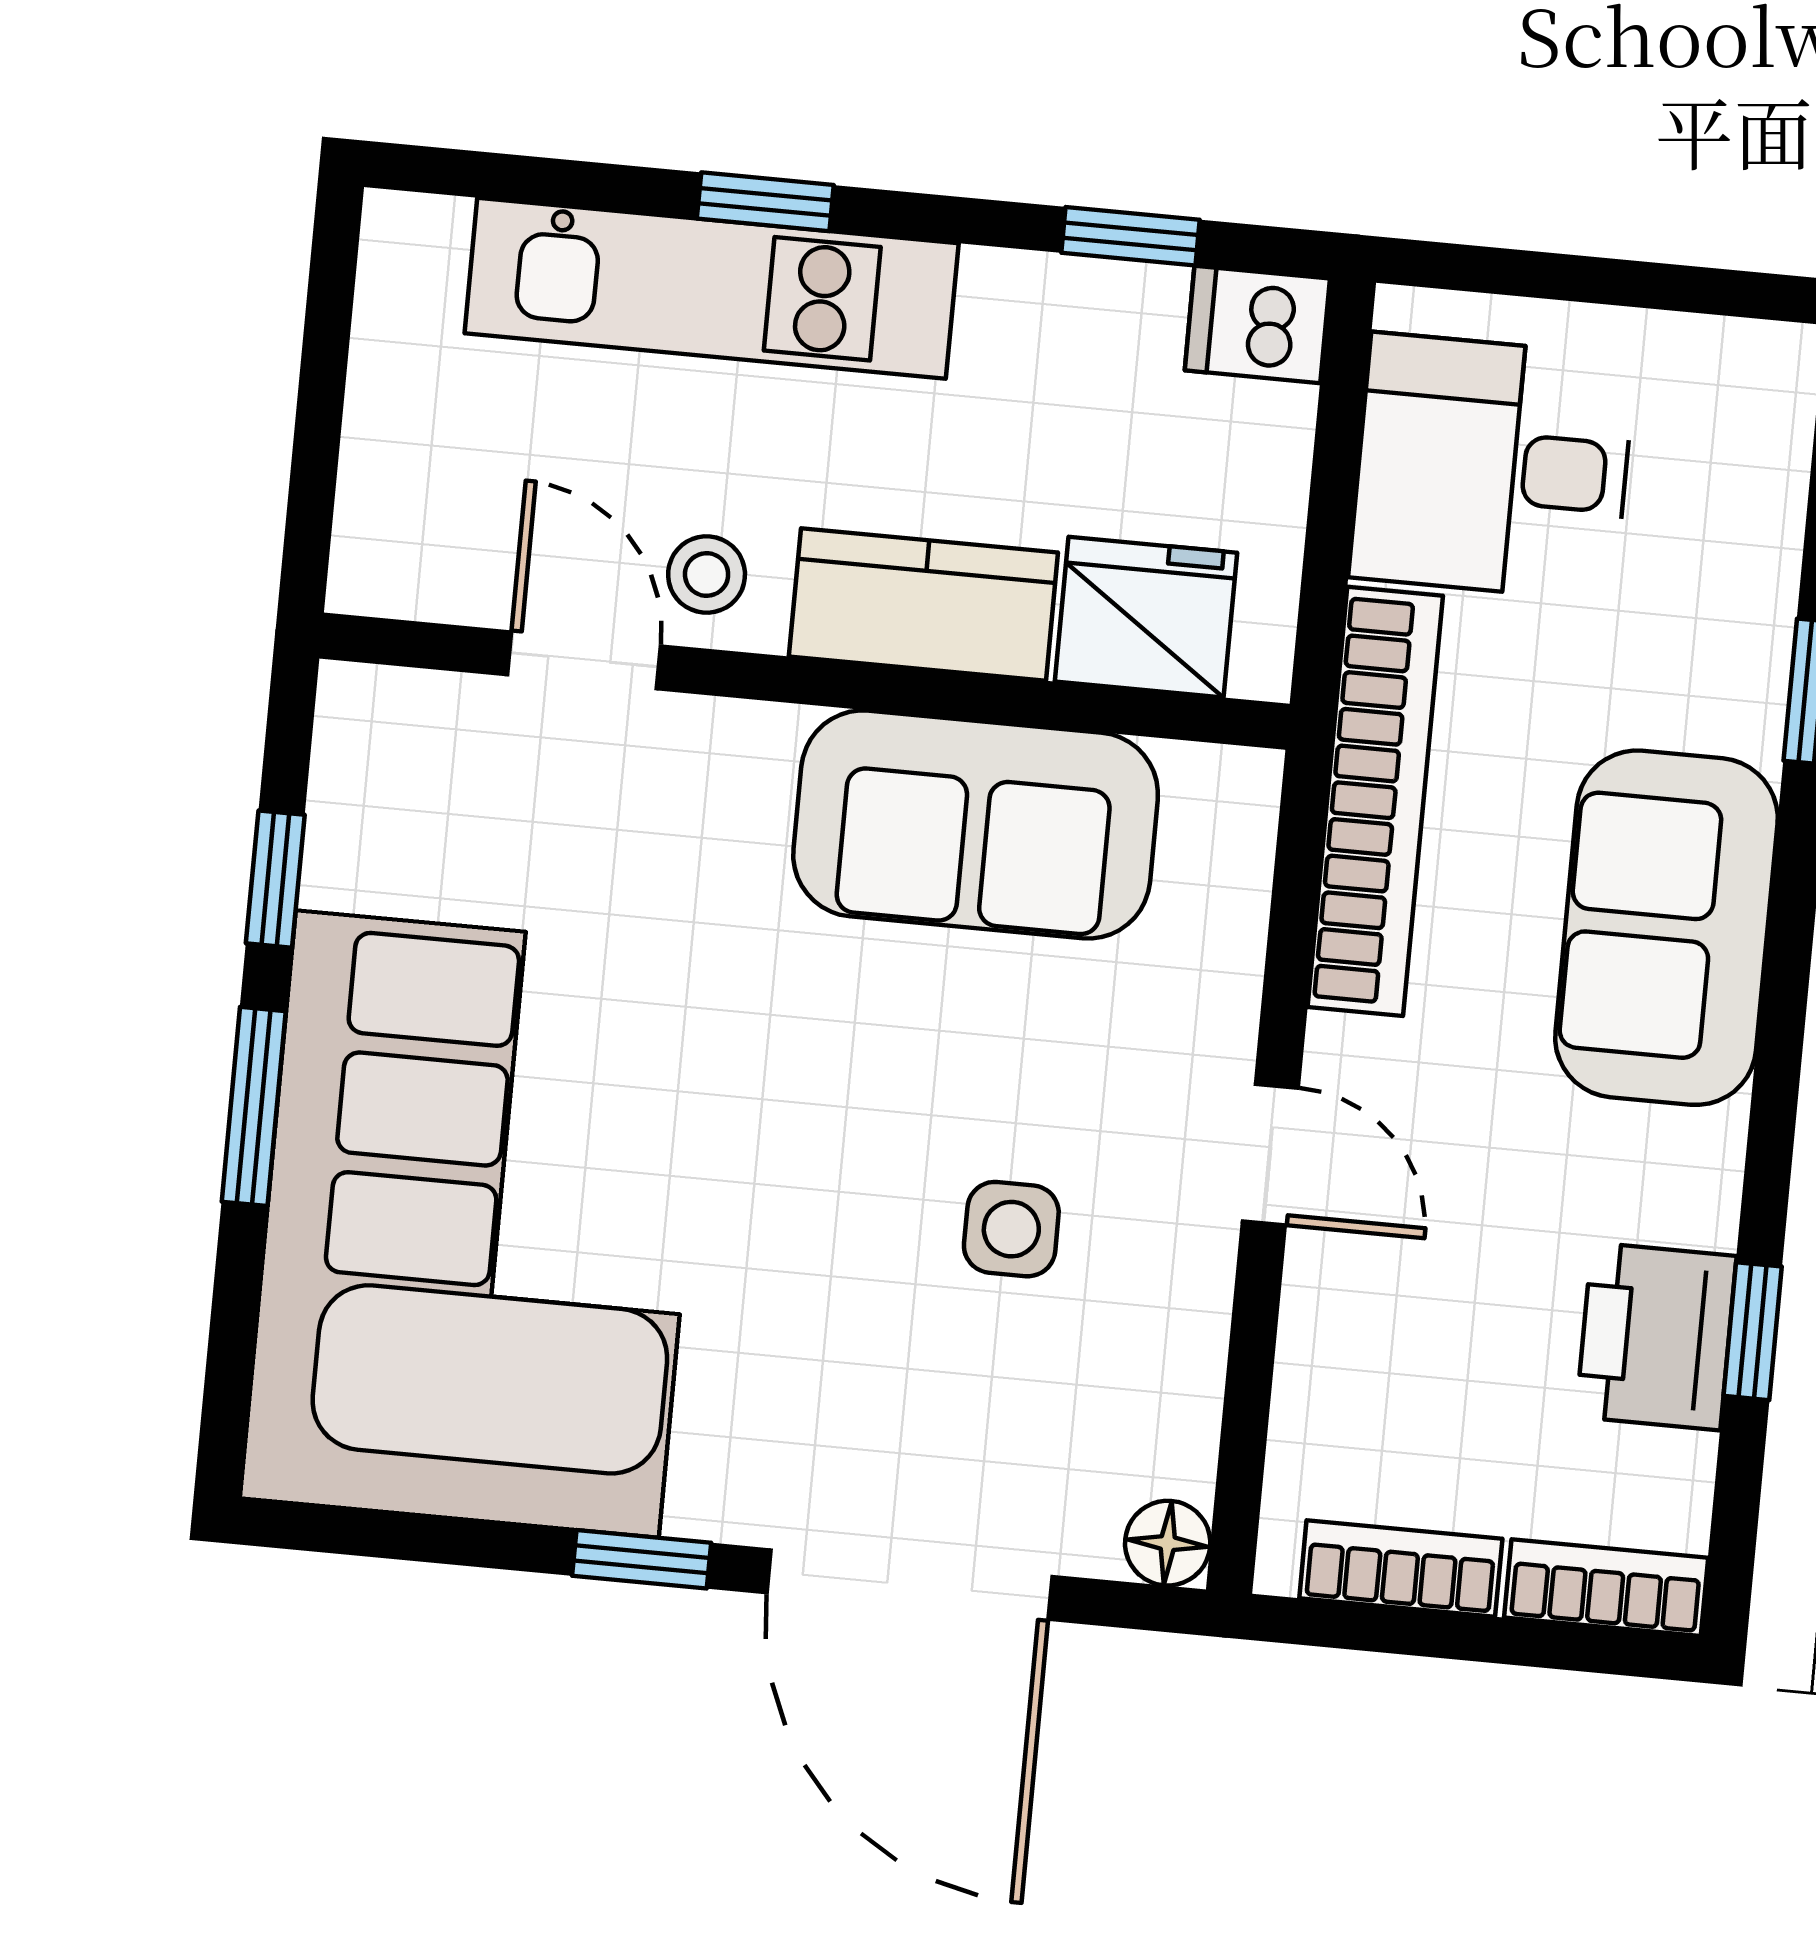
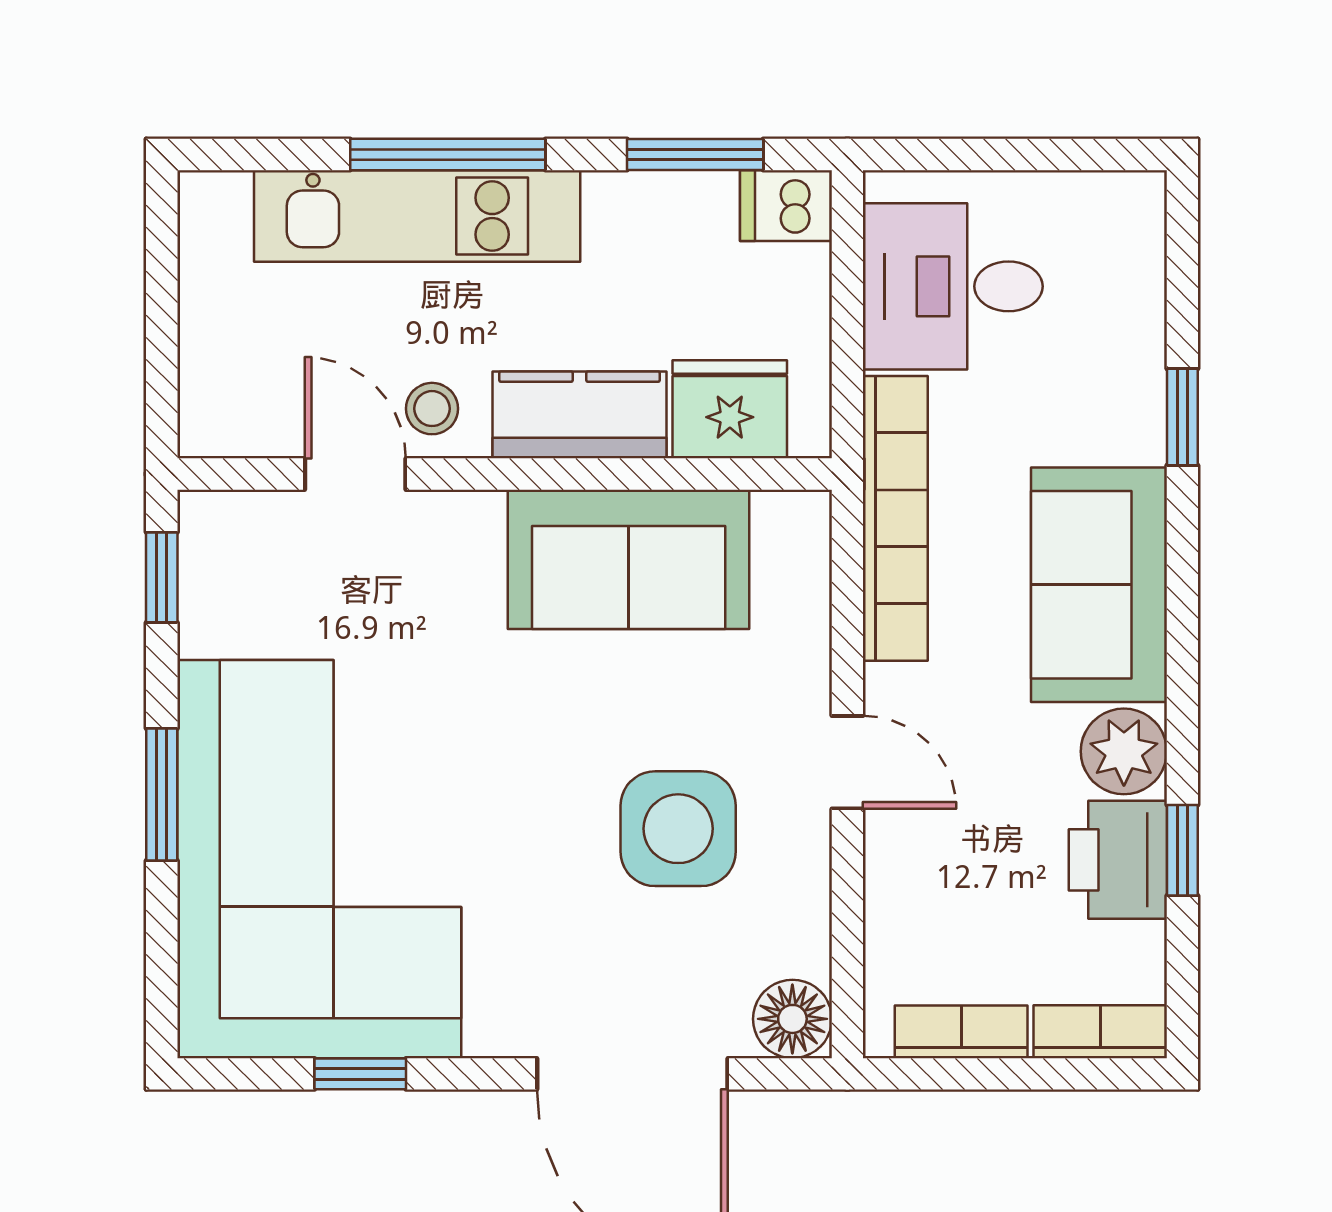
window: (765, 202) -> (448, 155), width x2.17
window: (1131, 236) -> (695, 155), width x1.50
window: (275, 879) -> (162, 577), moved
plant: (1680, 1177) -> (1124, 751), added
side table: (1011, 1229) -> (678, 829), width x1.87, depth x1.87
floor lamp: (1168, 1543) -> (792, 1019), width x1.37, depth x1.37
window: (642, 1559) -> (360, 1074), moved

